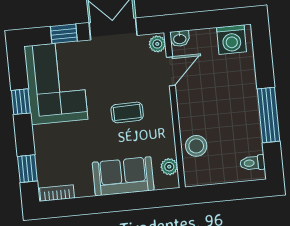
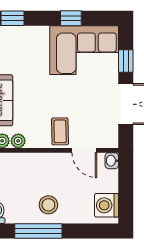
plant: (157, 44) -> (18, 141), moved
coffee table: (127, 112) -> (60, 131), moved
stool: (196, 146) -> (48, 205), moved

